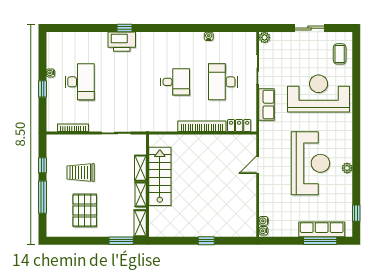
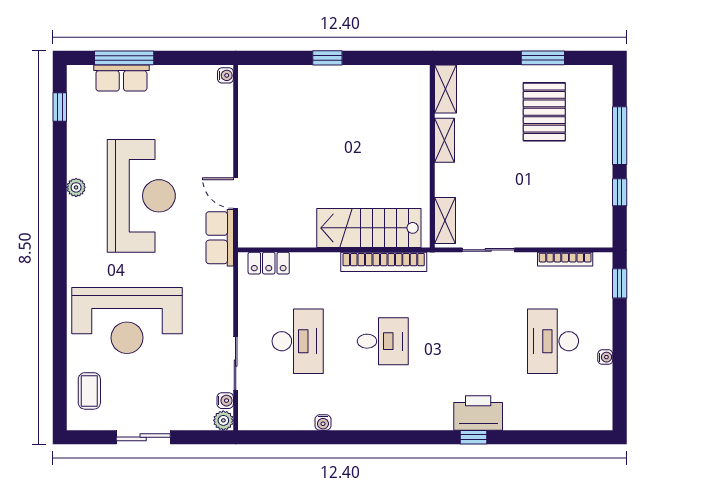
desk: (175, 82) -> (383, 341), turned 180
window: (42, 89) -> (620, 283), moved
row of seats: (267, 105) -> (220, 238), moved
bookcase: (202, 126) -> (384, 262), moved
reception desk: (311, 163) -> (141, 196), turned 180
door: (258, 165) -> (236, 193), swing flipped
shelving: (140, 168) -> (445, 221), moved
trolley: (81, 172) -> (552, 179), removed
stairs: (160, 176) -> (369, 228), moved, turned 90
water cooler: (263, 221) -> (225, 401), moved
row of seats: (322, 229) -> (121, 78), width x0.68
window: (121, 241) -> (543, 58), moved

